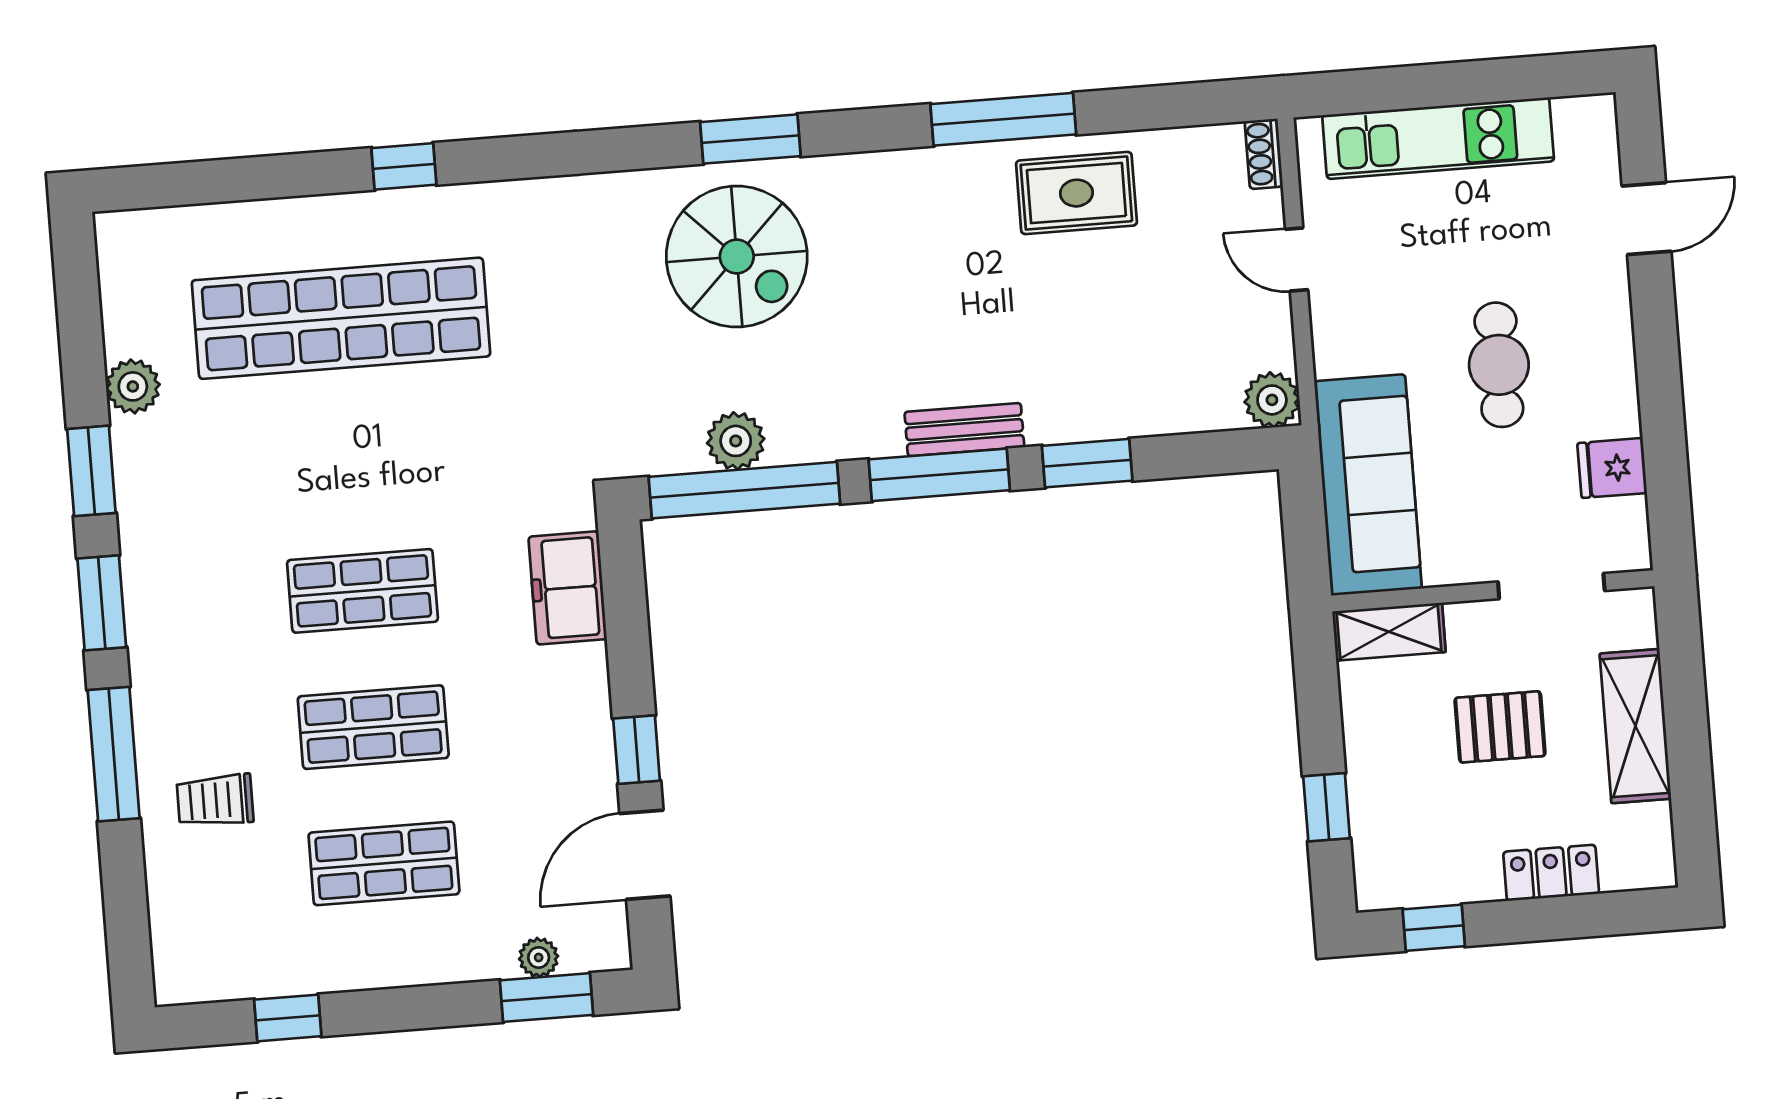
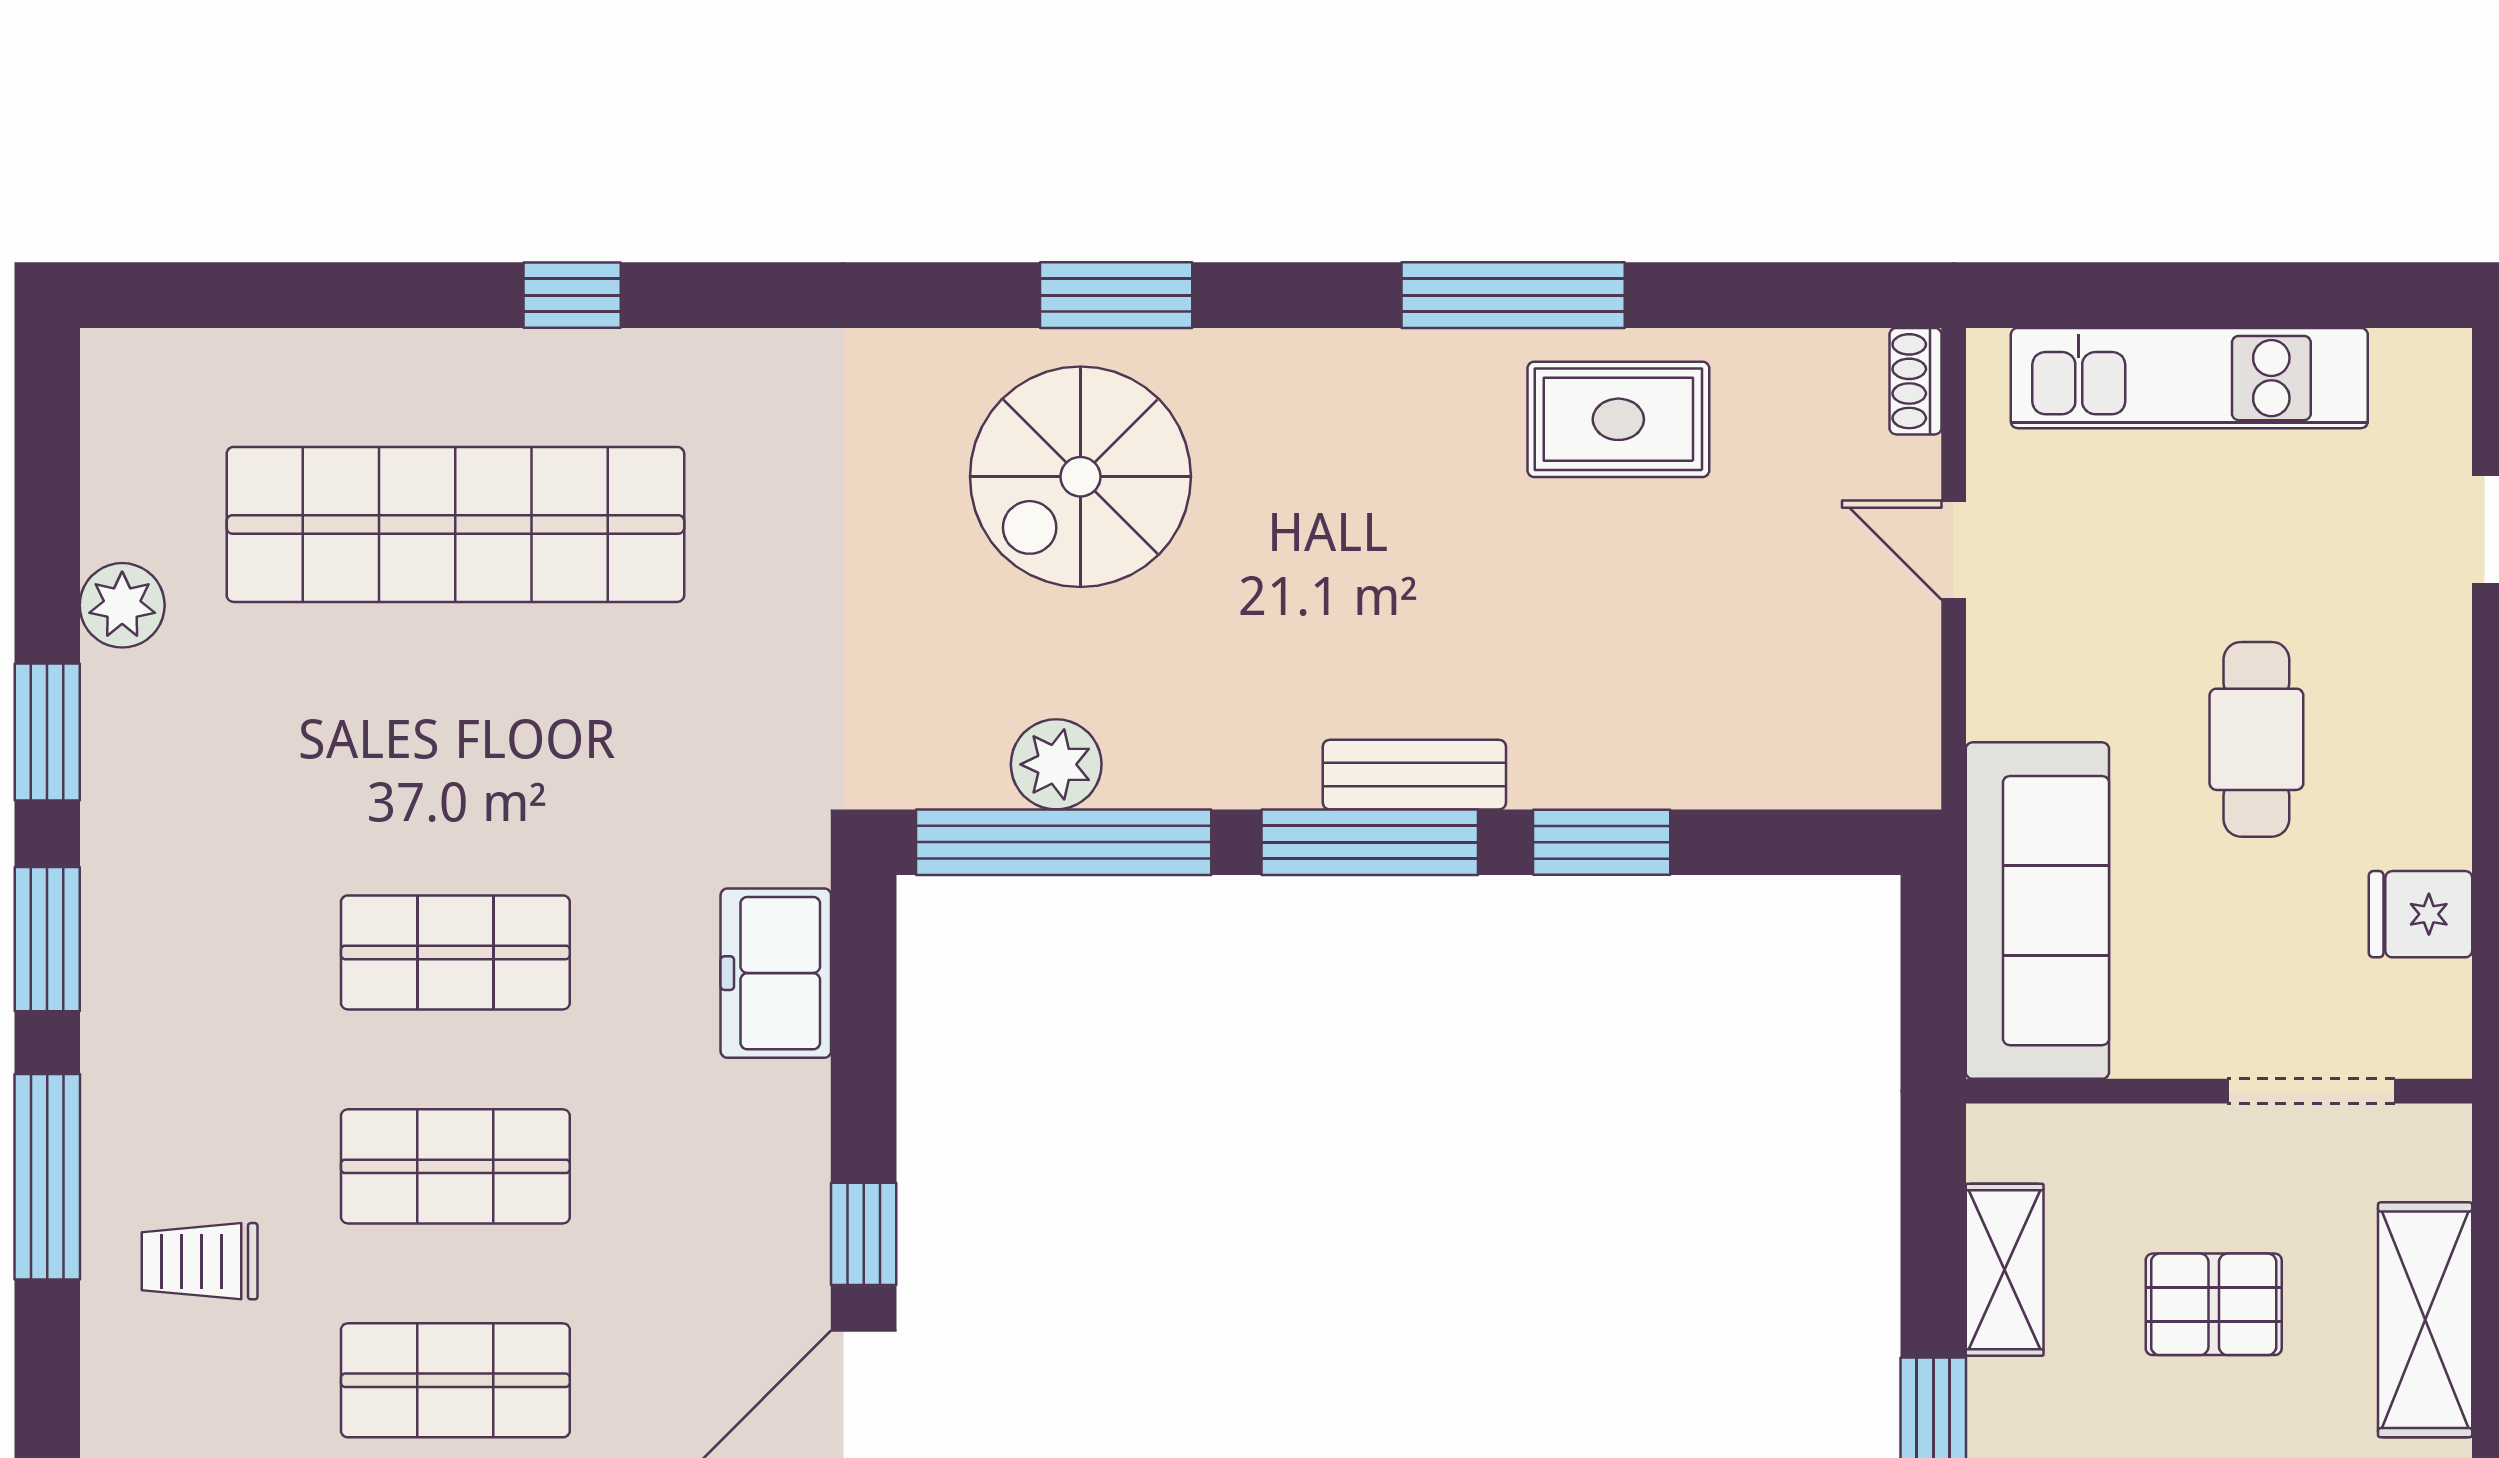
spiral stairs: (737, 257) -> (1080, 477), turned 90
plant: (1272, 400) -> (1898, 766), removed
shelving: (1389, 632) -> (2005, 1270), moved, turned 90

